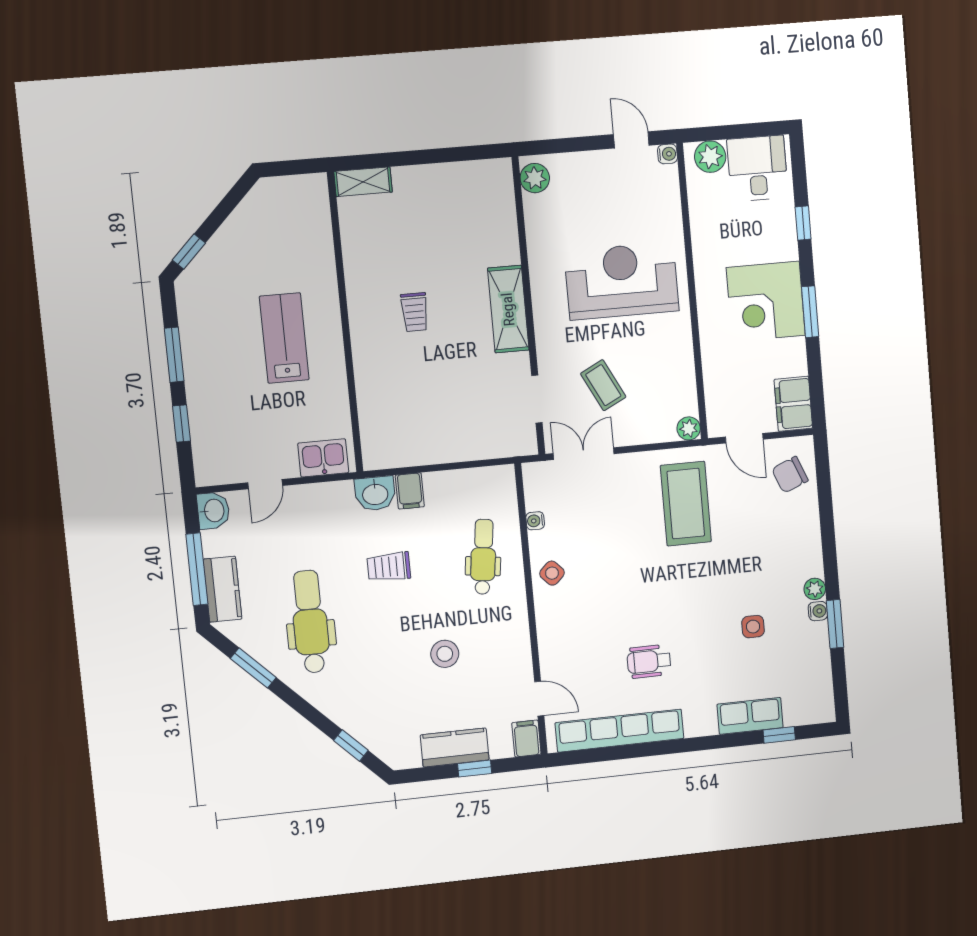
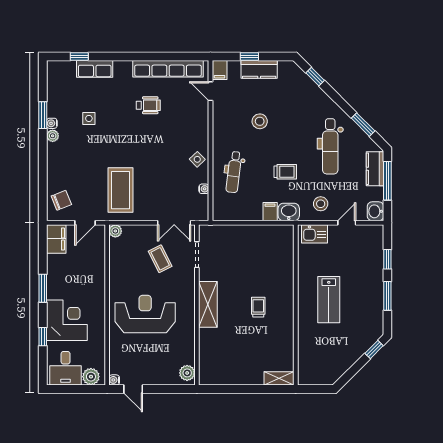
reception desk: (622, 281) -> (145, 314), turned 180
corner desk: (766, 301) -> (67, 320), moved
door: (744, 438) -> (85, 223), swing flipped
stool: (317, 515) -> (321, 204), added

